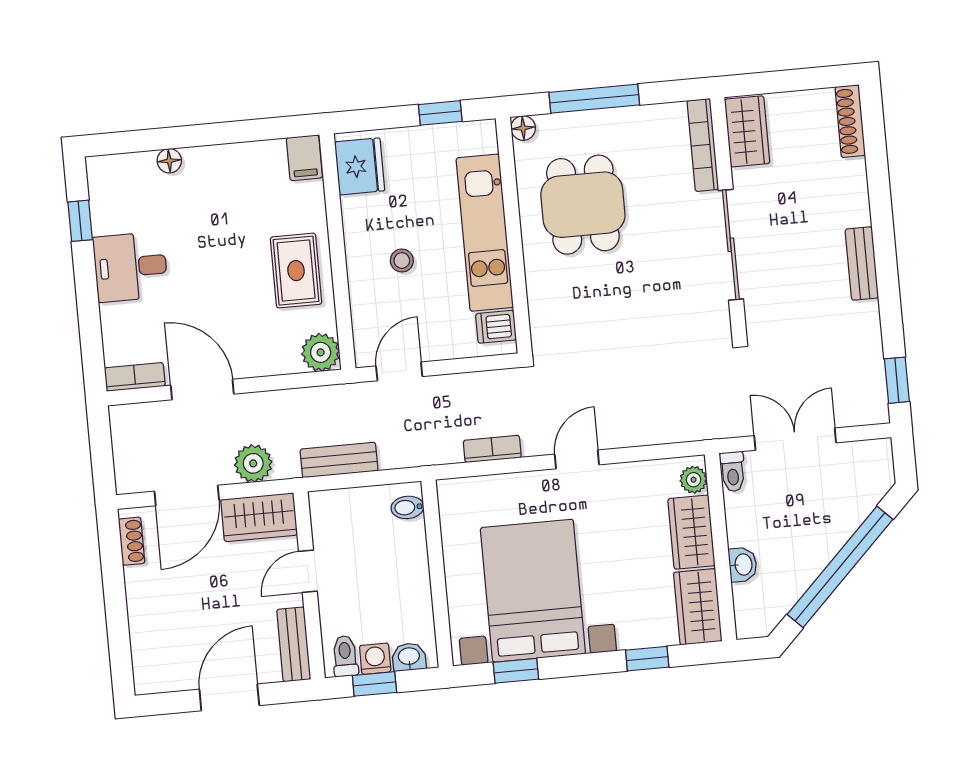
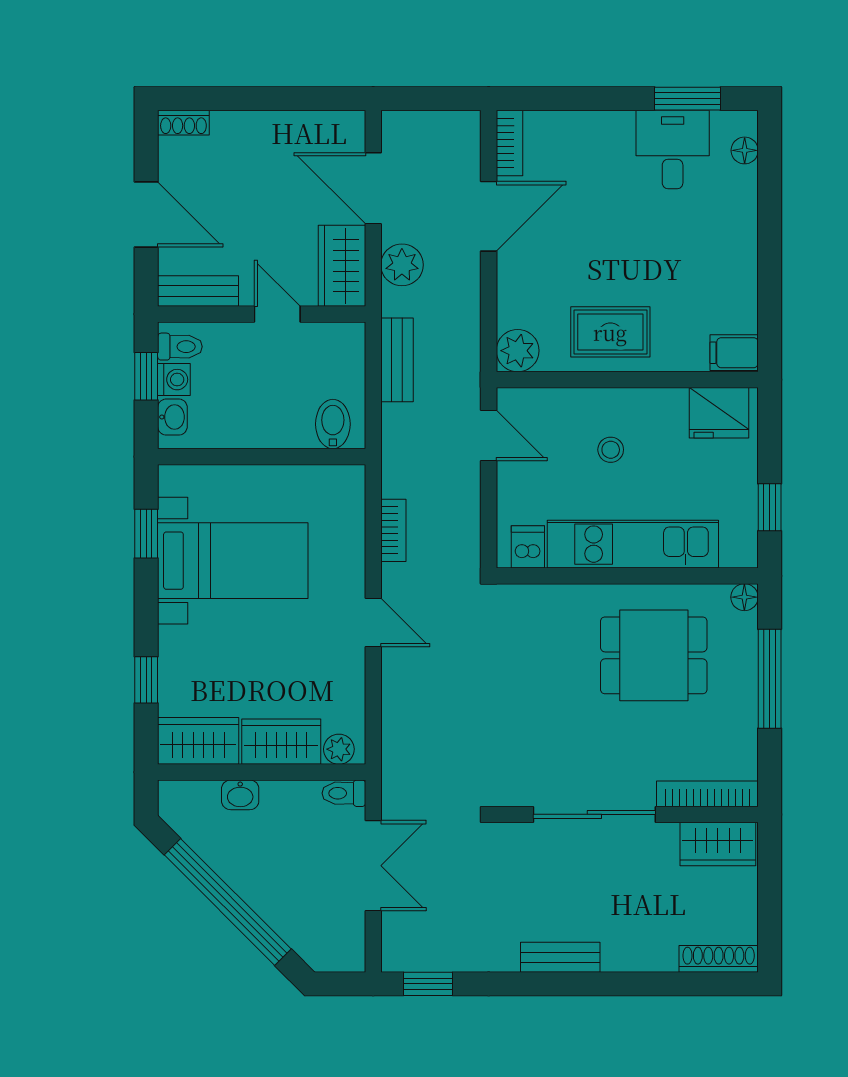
floor lamp: (169, 161) -> (745, 150), moved
window: (80, 221) -> (687, 99), width x1.50
desk: (130, 267) -> (673, 150), moved
bidet: (407, 507) -> (333, 424), width x1.38, depth x1.36
shoe rack: (132, 541) -> (183, 123), moved
bed with nightstands: (533, 591) -> (233, 561), width x0.73

